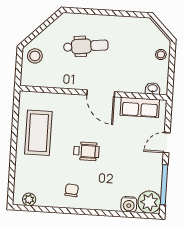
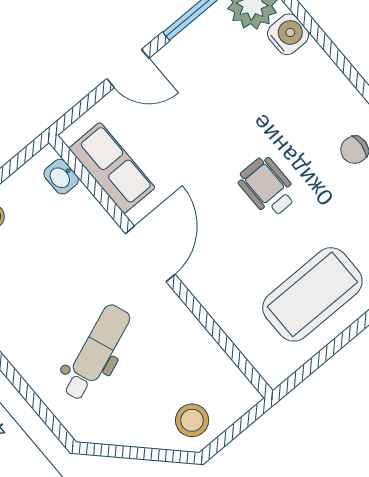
dental chair: (86, 46) -> (96, 352), turned 76

